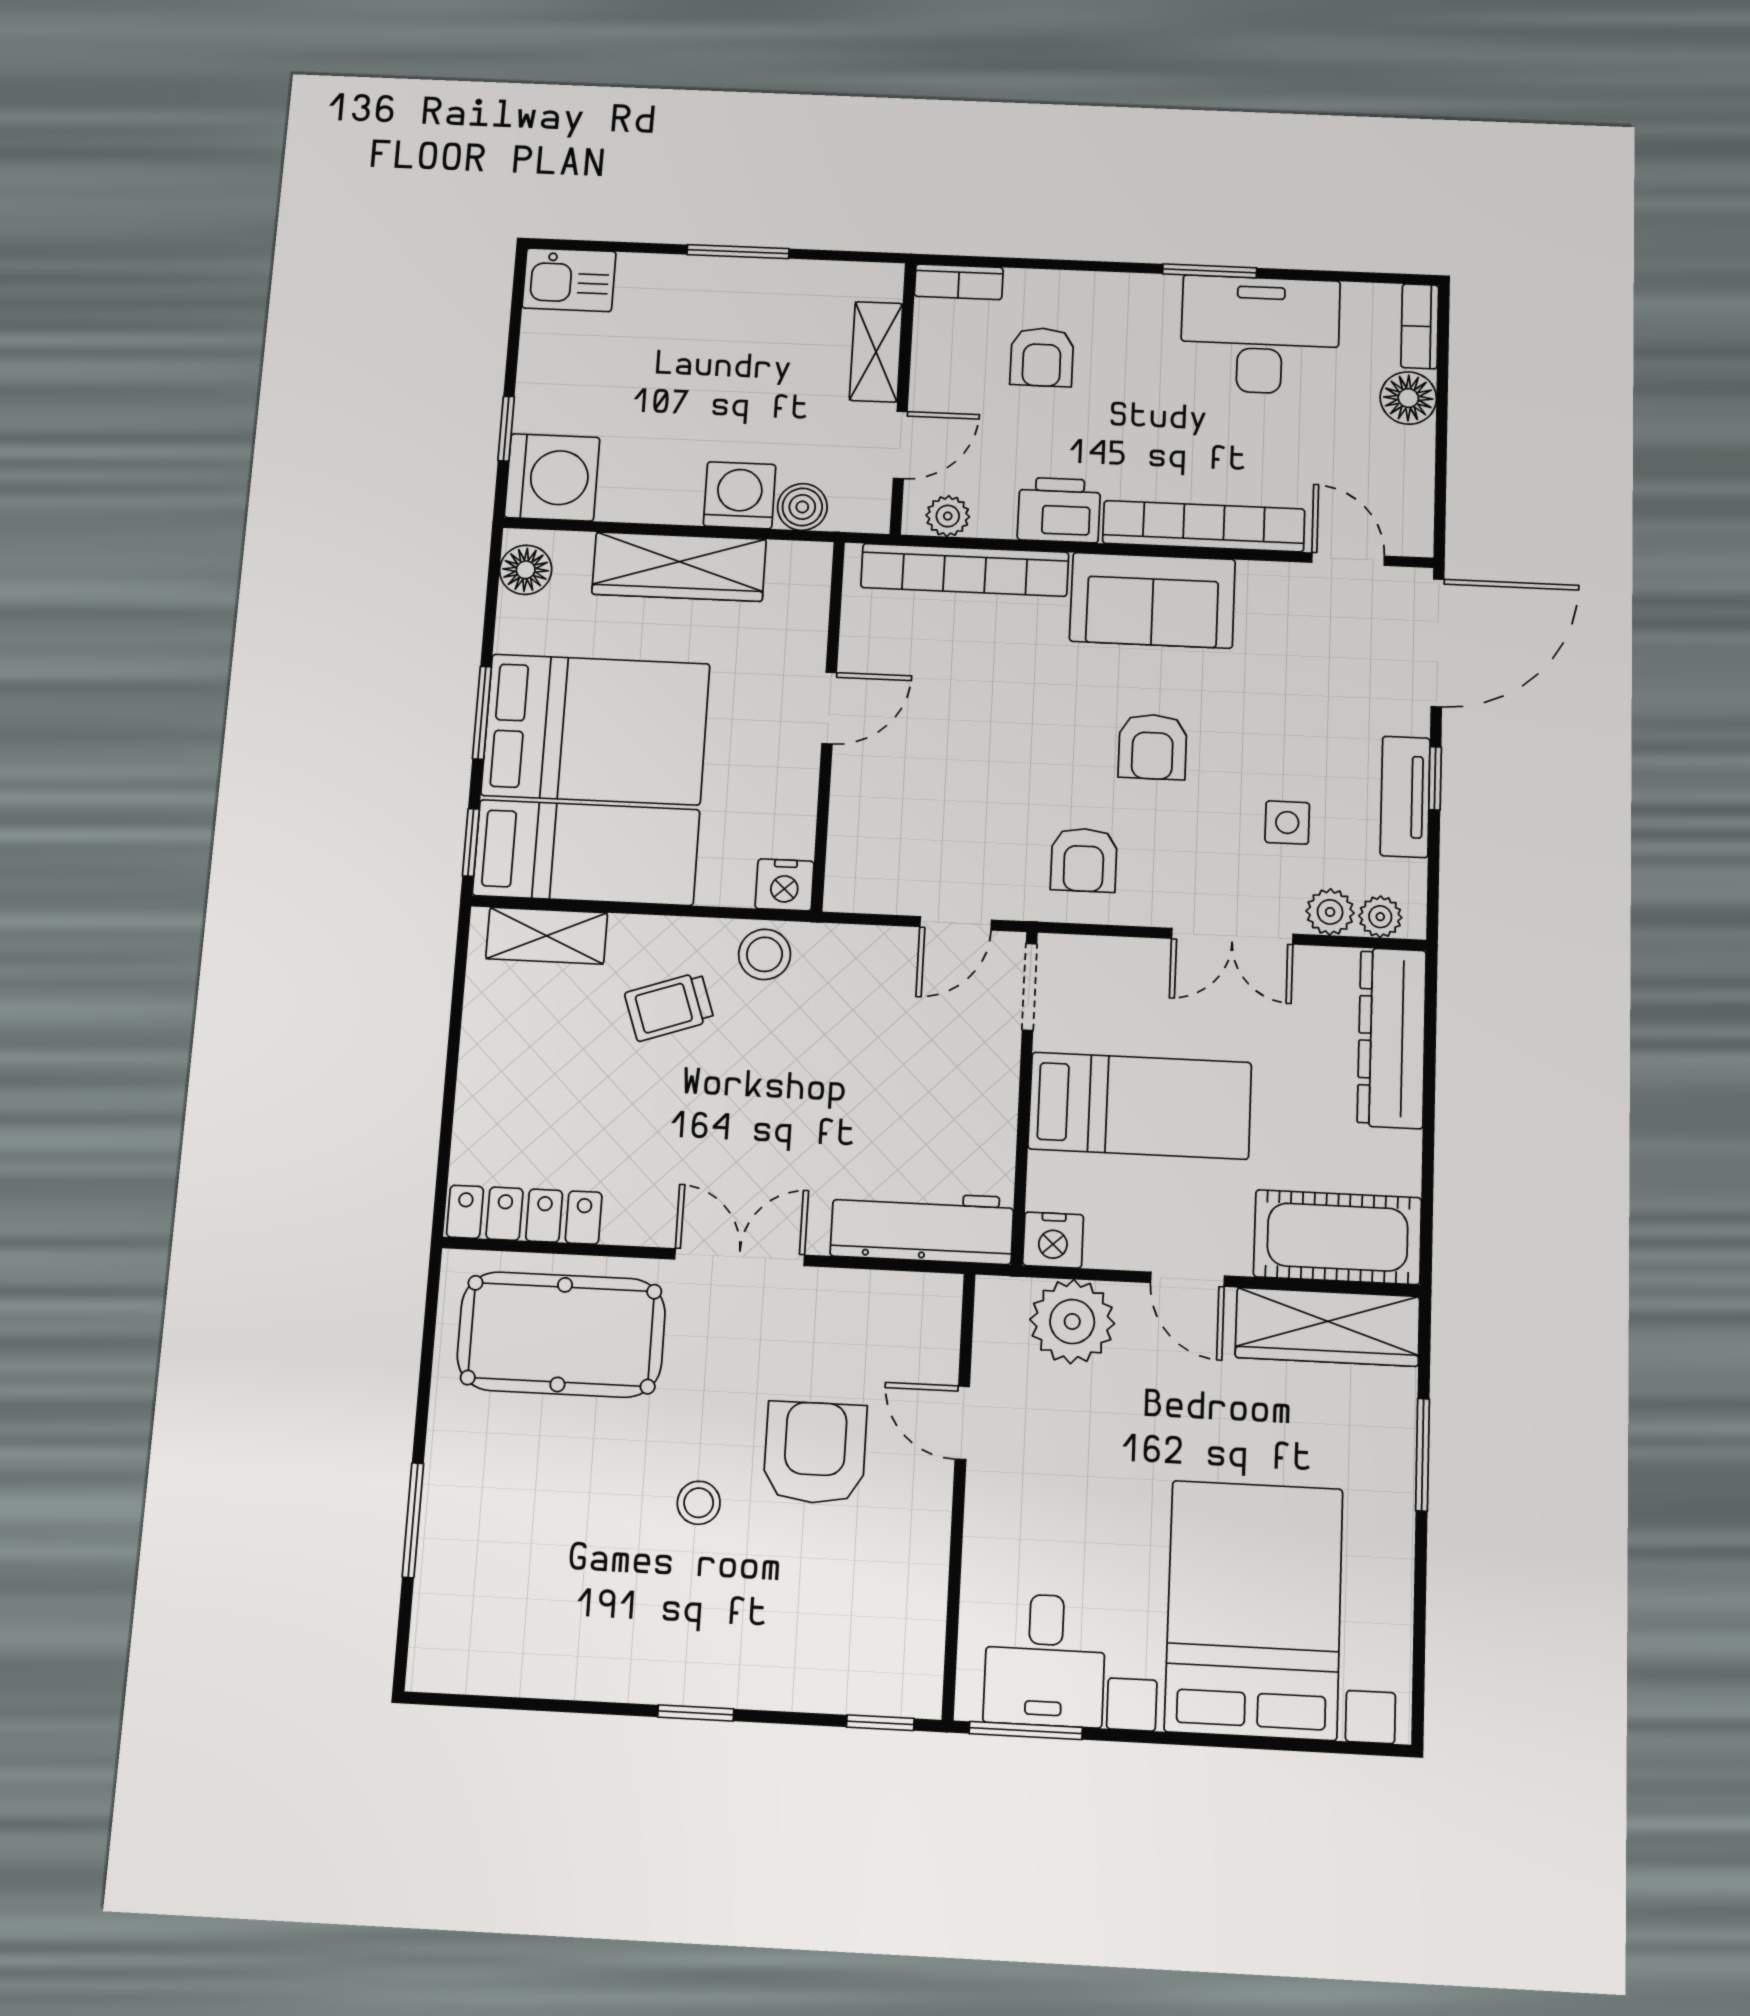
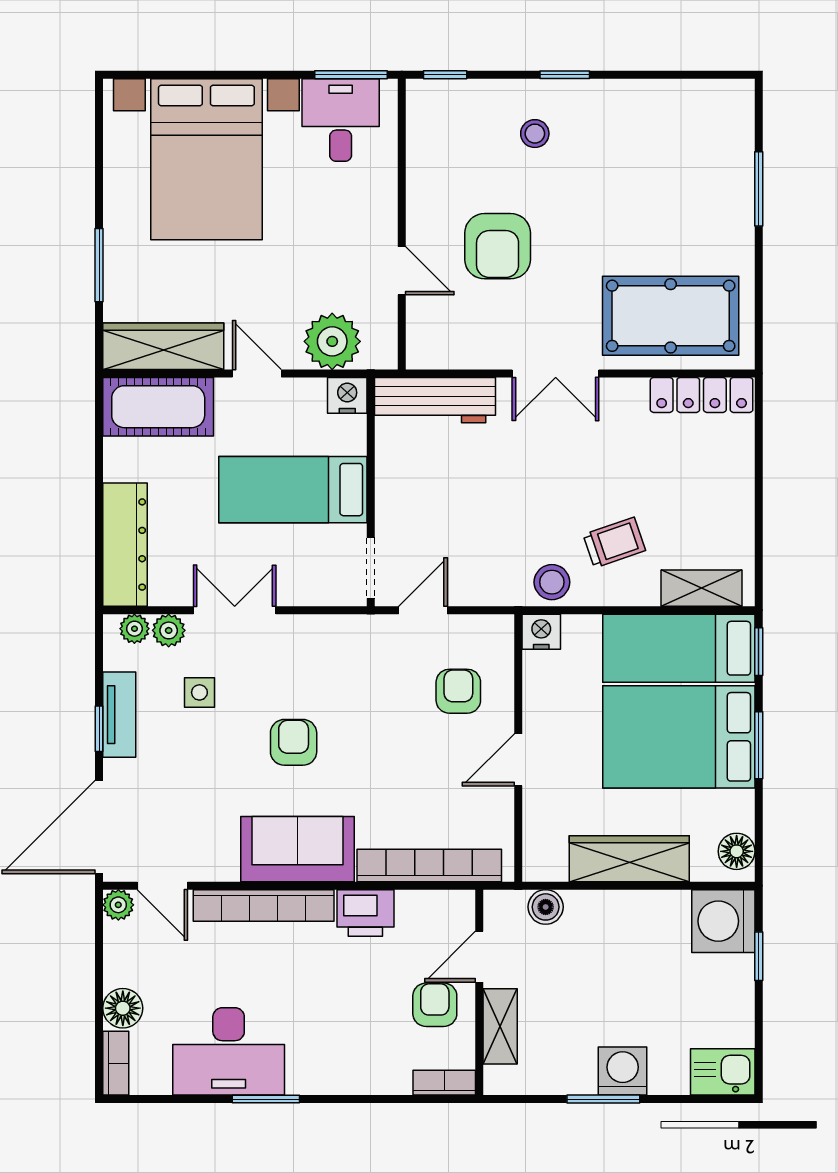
armchair: (1042, 357) -> (435, 1005), moved
washing machine: (740, 495) -> (623, 1071), moved, turned 180
plant: (948, 516) -> (118, 905), moved
armchair: (1084, 860) -> (458, 691), moved
stool: (699, 1503) -> (535, 134), moved

